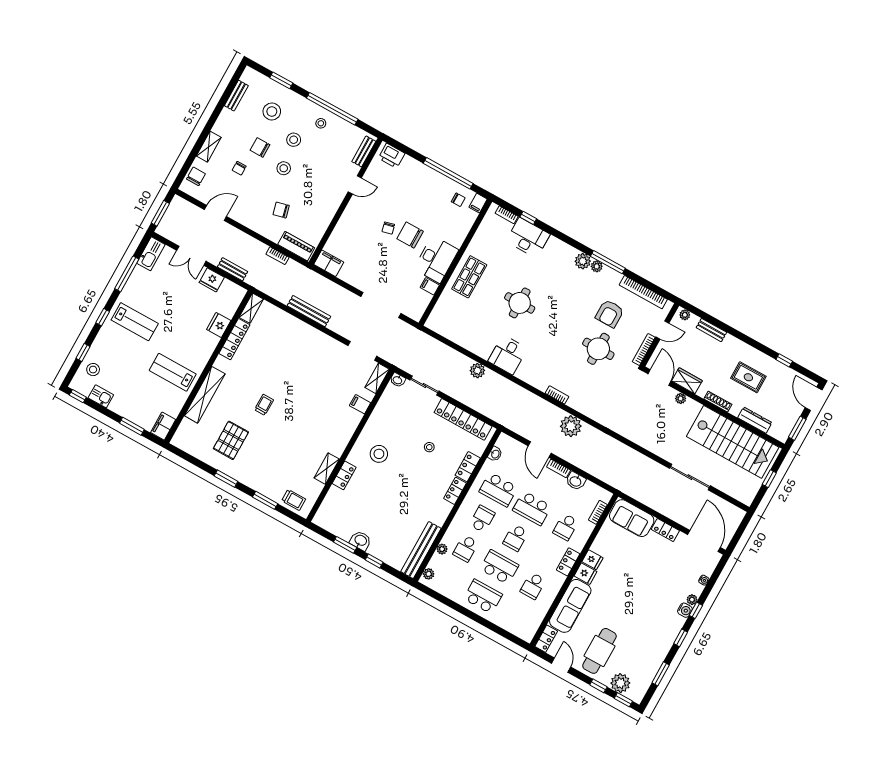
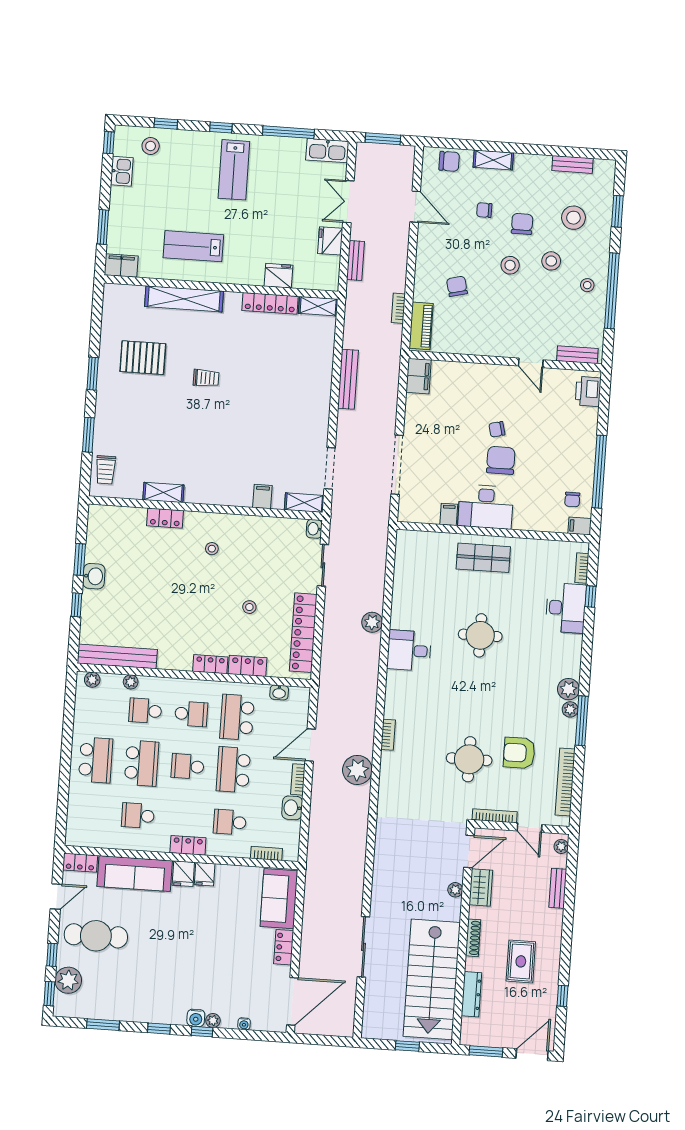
lab bench: (173, 372) -> (193, 246), turned -90
stool: (379, 454) -> (212, 549), width x0.53, depth x0.53

